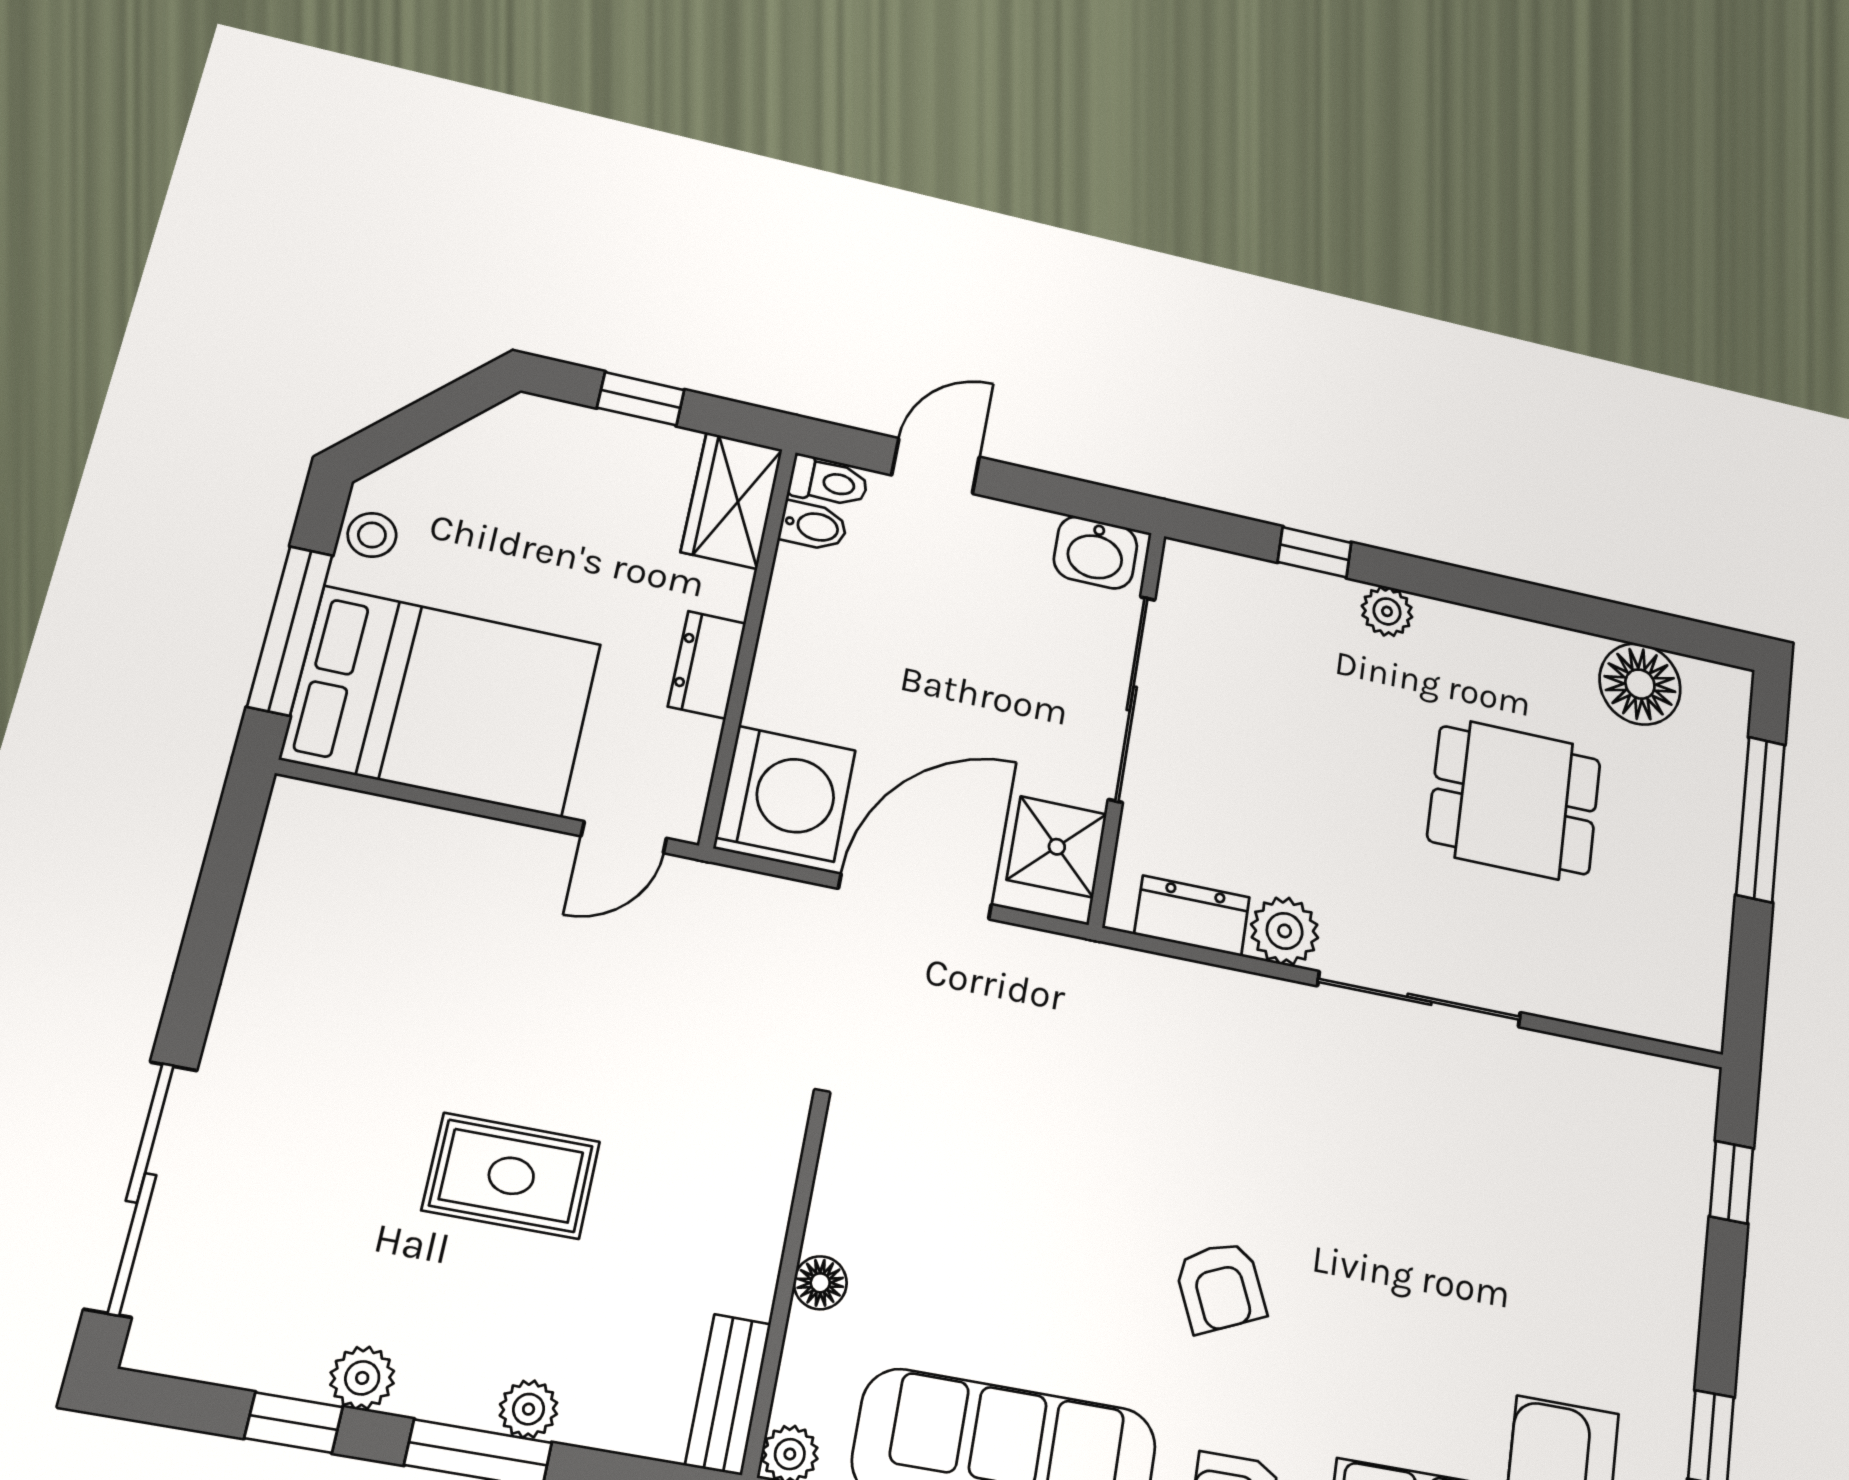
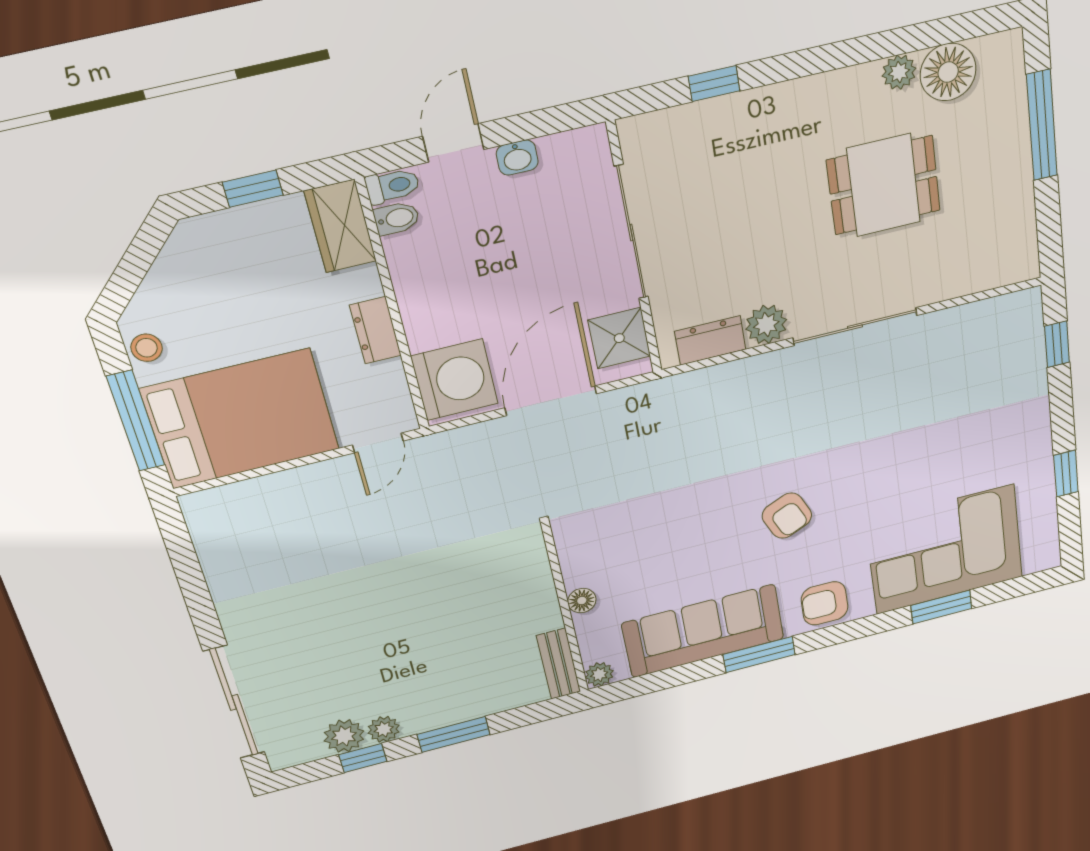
washbasin: (1096, 552) -> (517, 158), moved, width x0.72, depth x0.69
plant: (1387, 611) -> (899, 72), moved
rug: (511, 1176) -> (407, 622), removed
plant: (529, 1409) -> (344, 736), moved, width x1.38, depth x1.38

